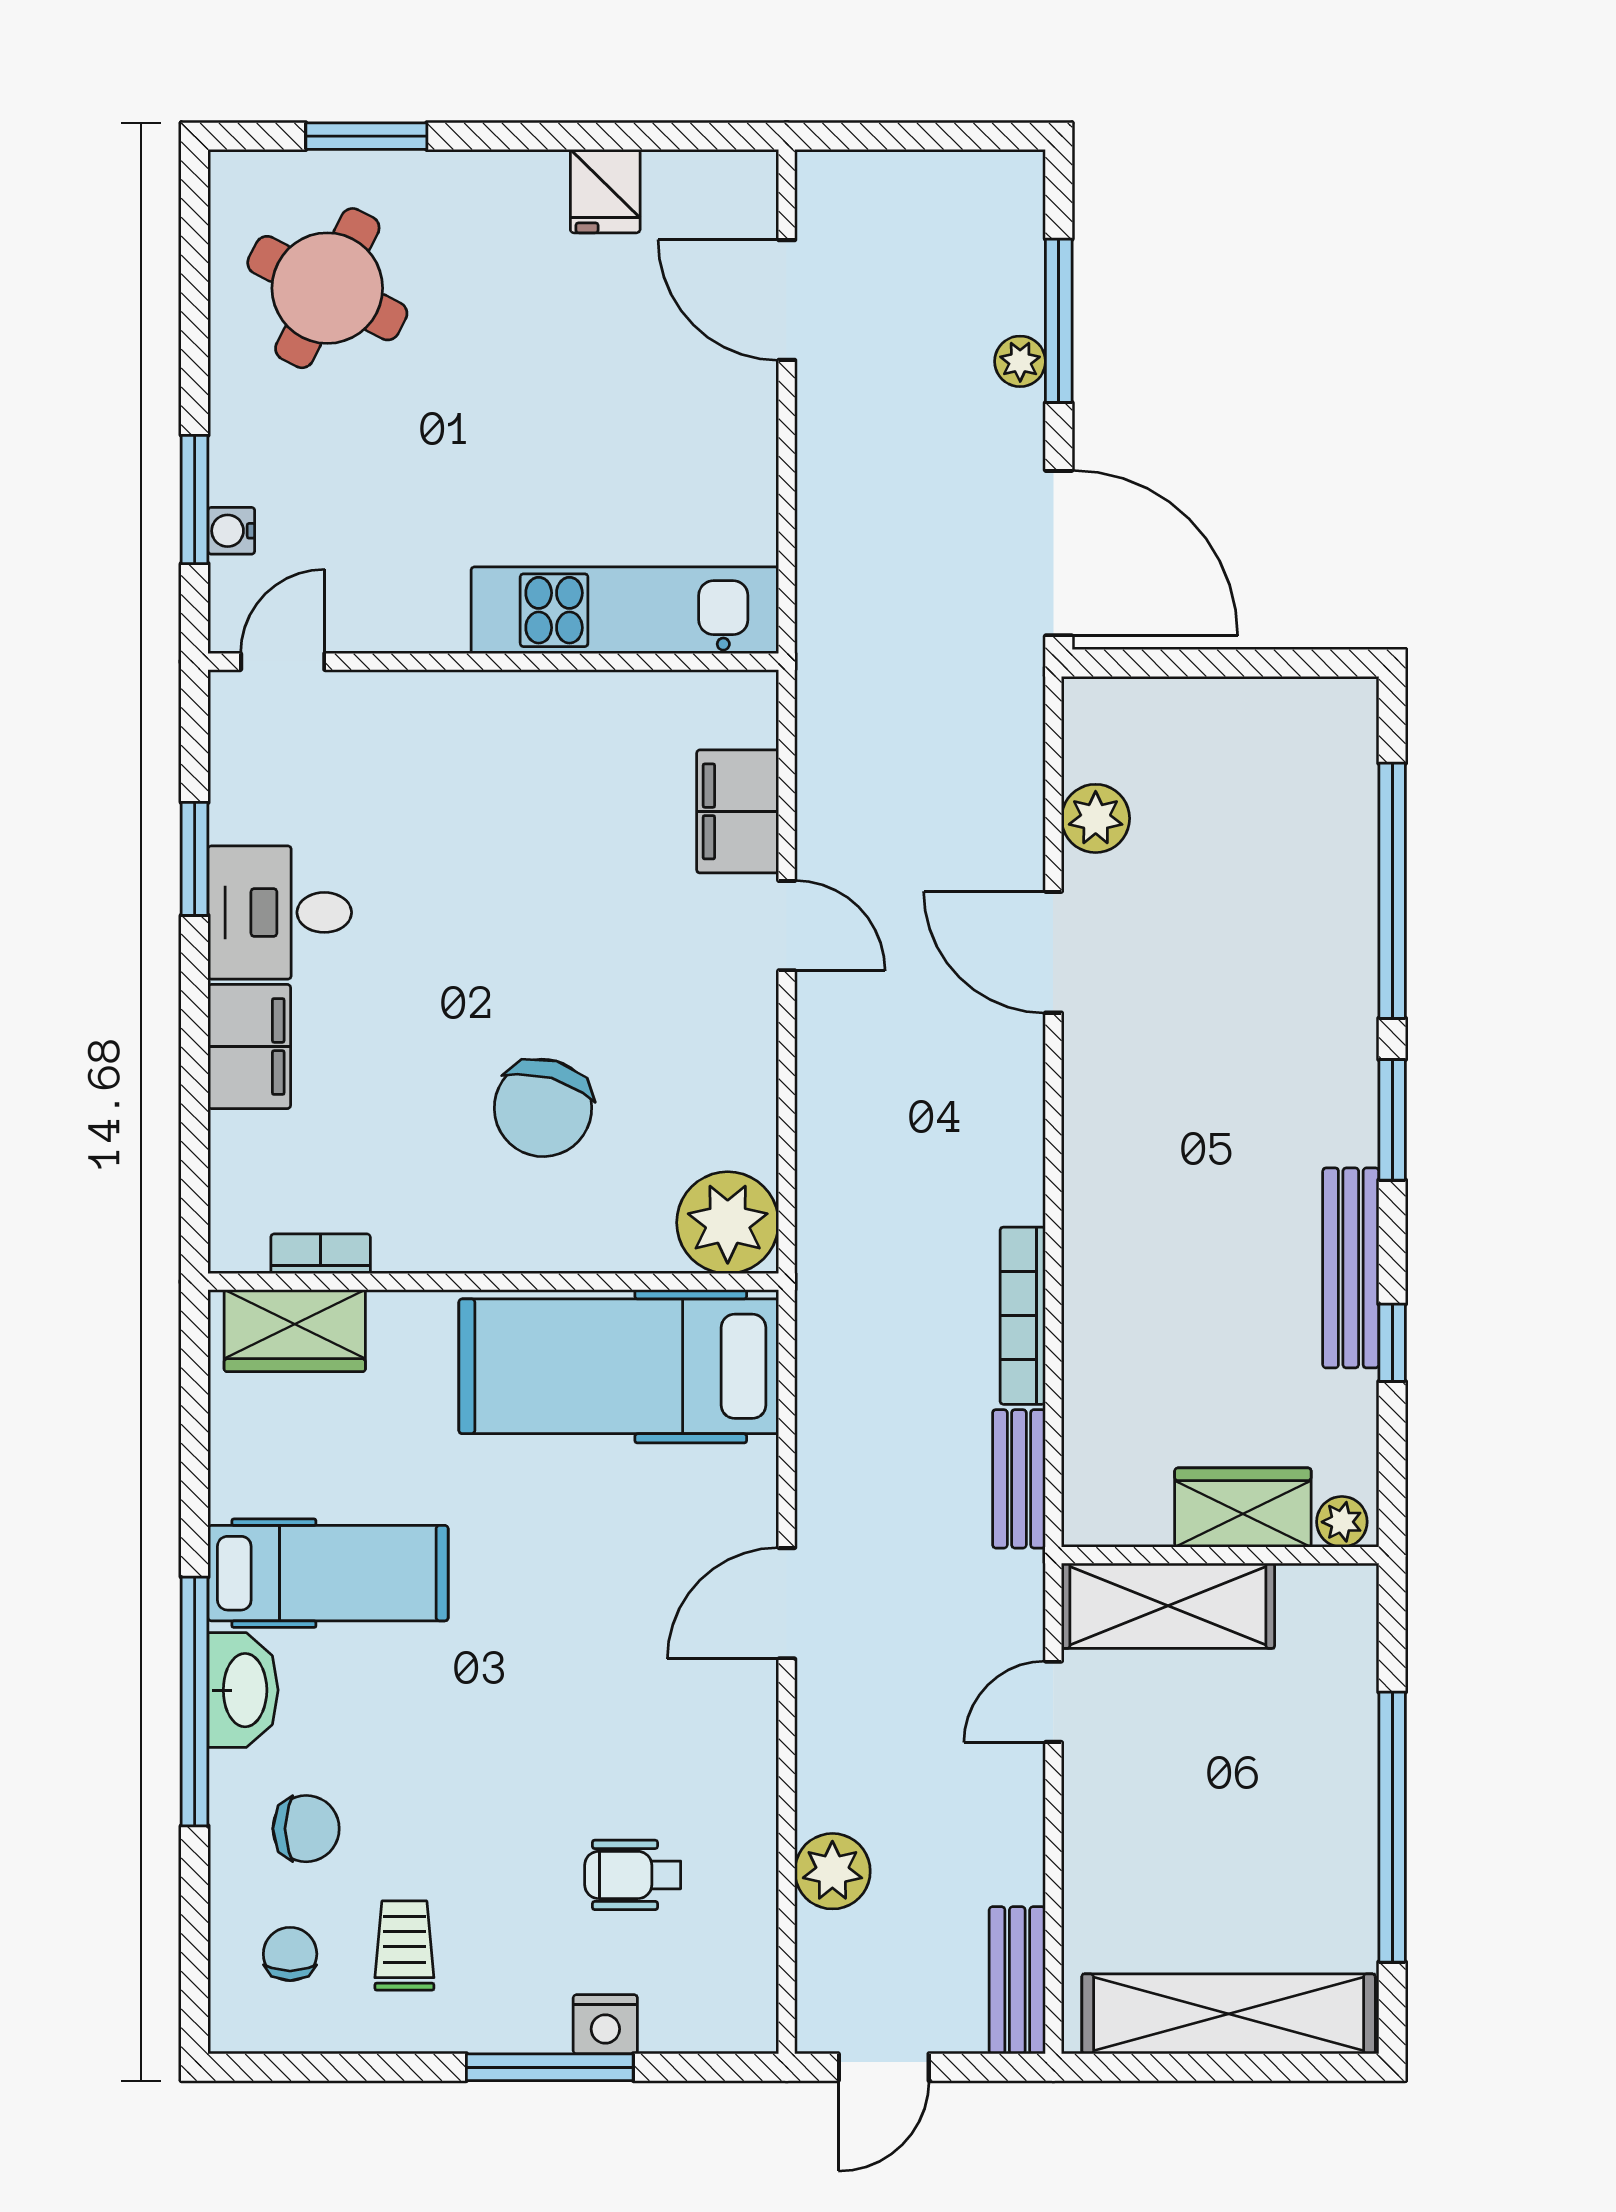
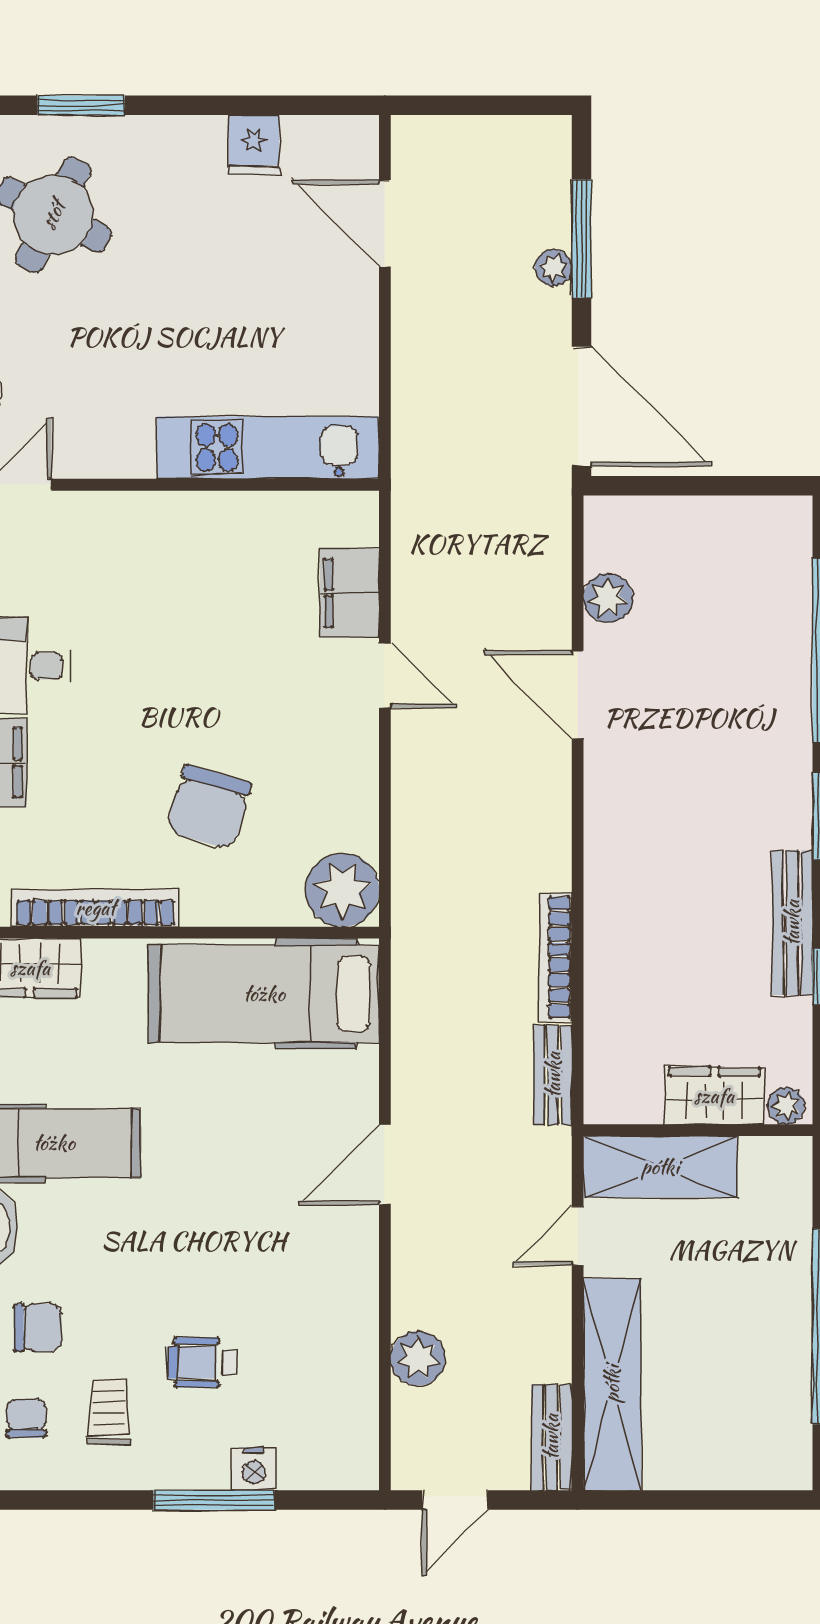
bookcase: (321, 1254) -> (95, 908), width x2.31, depth x1.31
wheelchair: (633, 1875) -> (202, 1362), moved
shelving: (1229, 2014) -> (612, 1384), moved, turned 90

